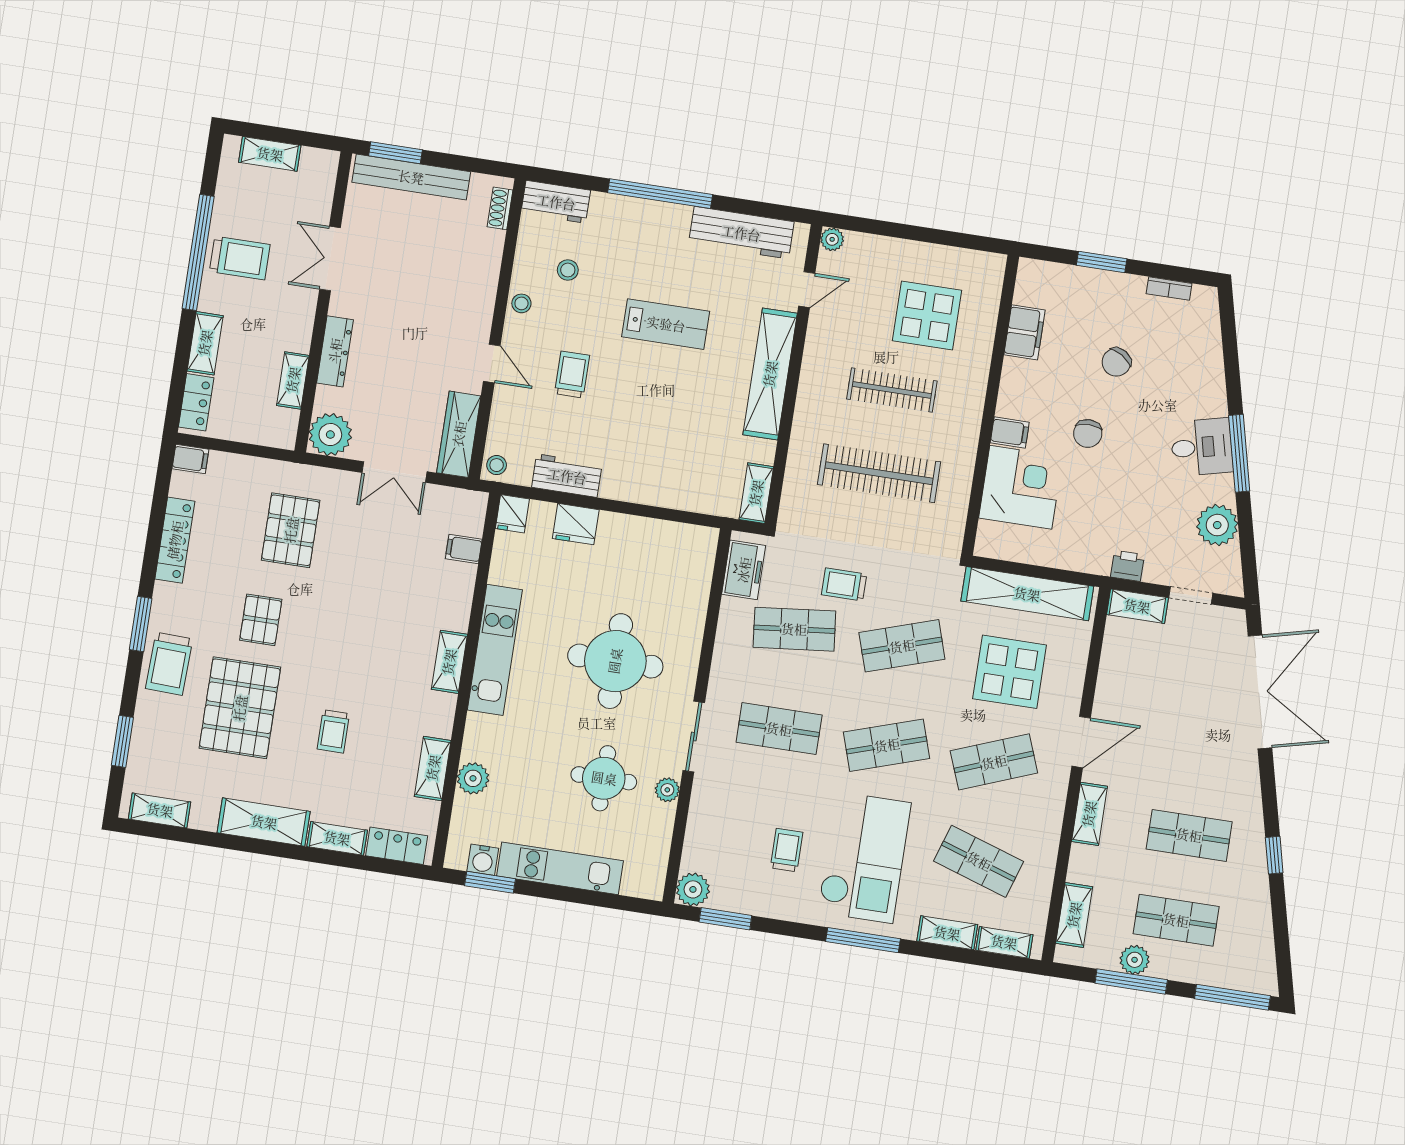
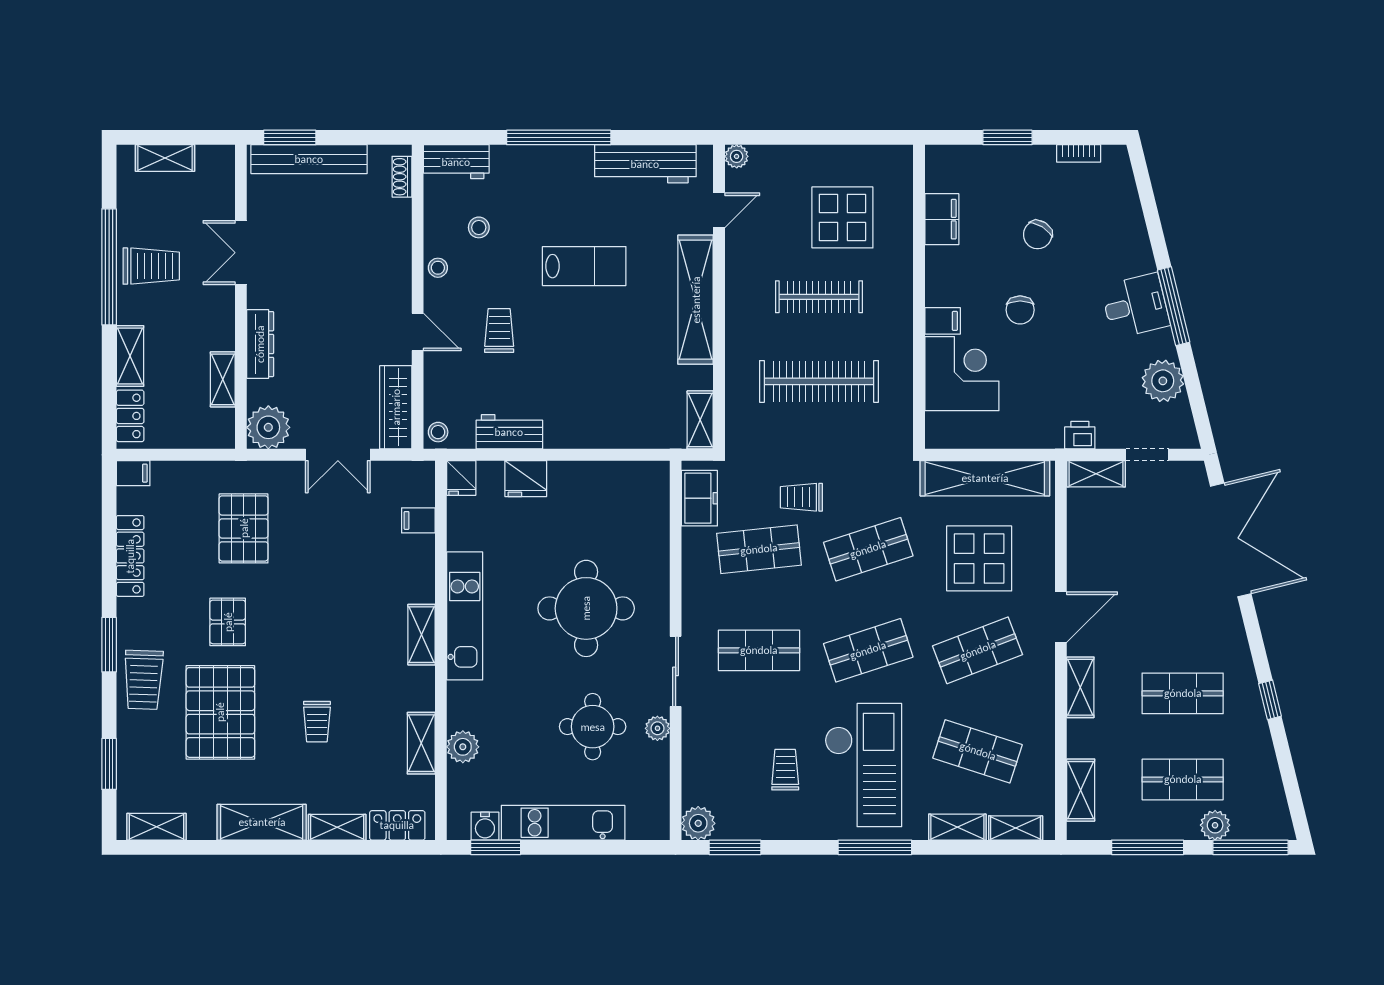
plant: (1135, 960) -> (1215, 825), moved

